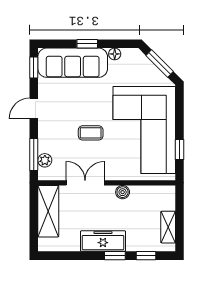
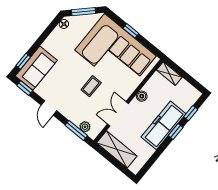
window: (87, 44) -> (23, 61), moved
floor lamp: (115, 54) -> (64, 24), moved
sofa: (73, 63) -> (36, 68), width x0.73
window: (179, 150) -> (131, 31), moved
shelving: (168, 227) -> (169, 74), moved
freezer: (103, 241) -> (163, 125), width x1.36, depth x1.26

